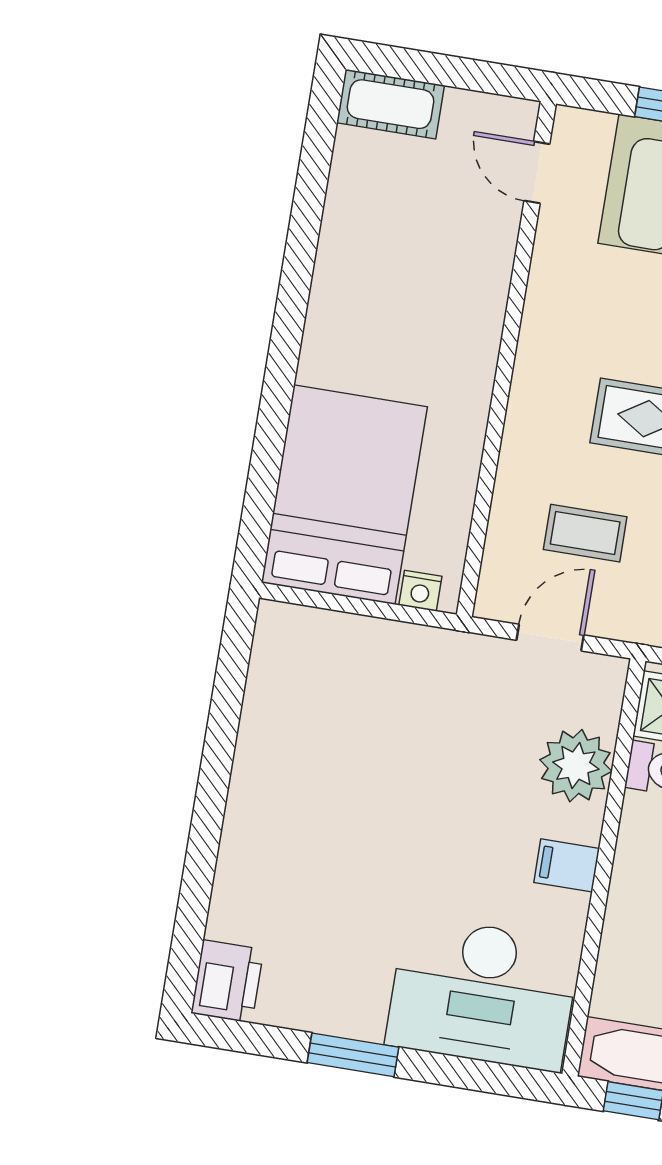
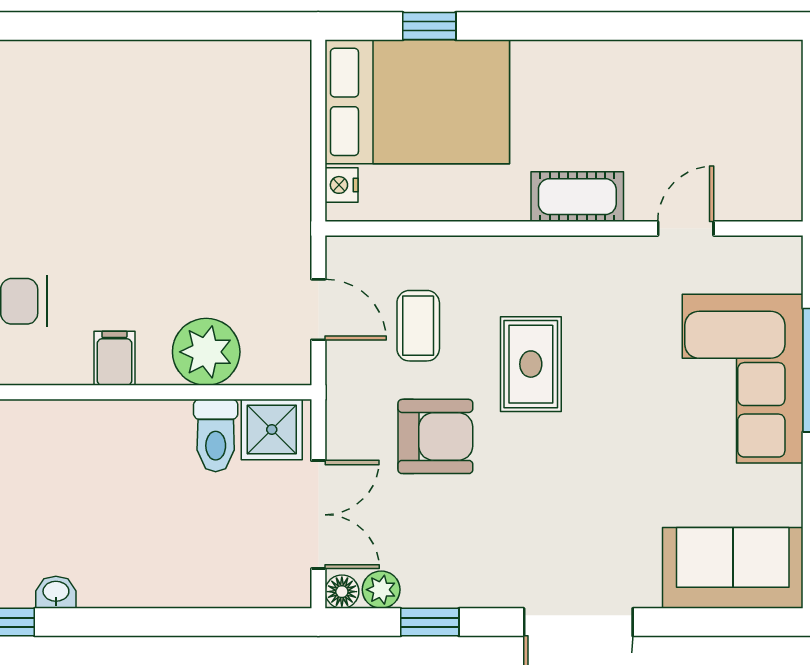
cot: (391, 104) -> (577, 197), moved, turned 90
door: (537, 172) -> (686, 229), moved
window: (265, 468) -> (429, 26), added

